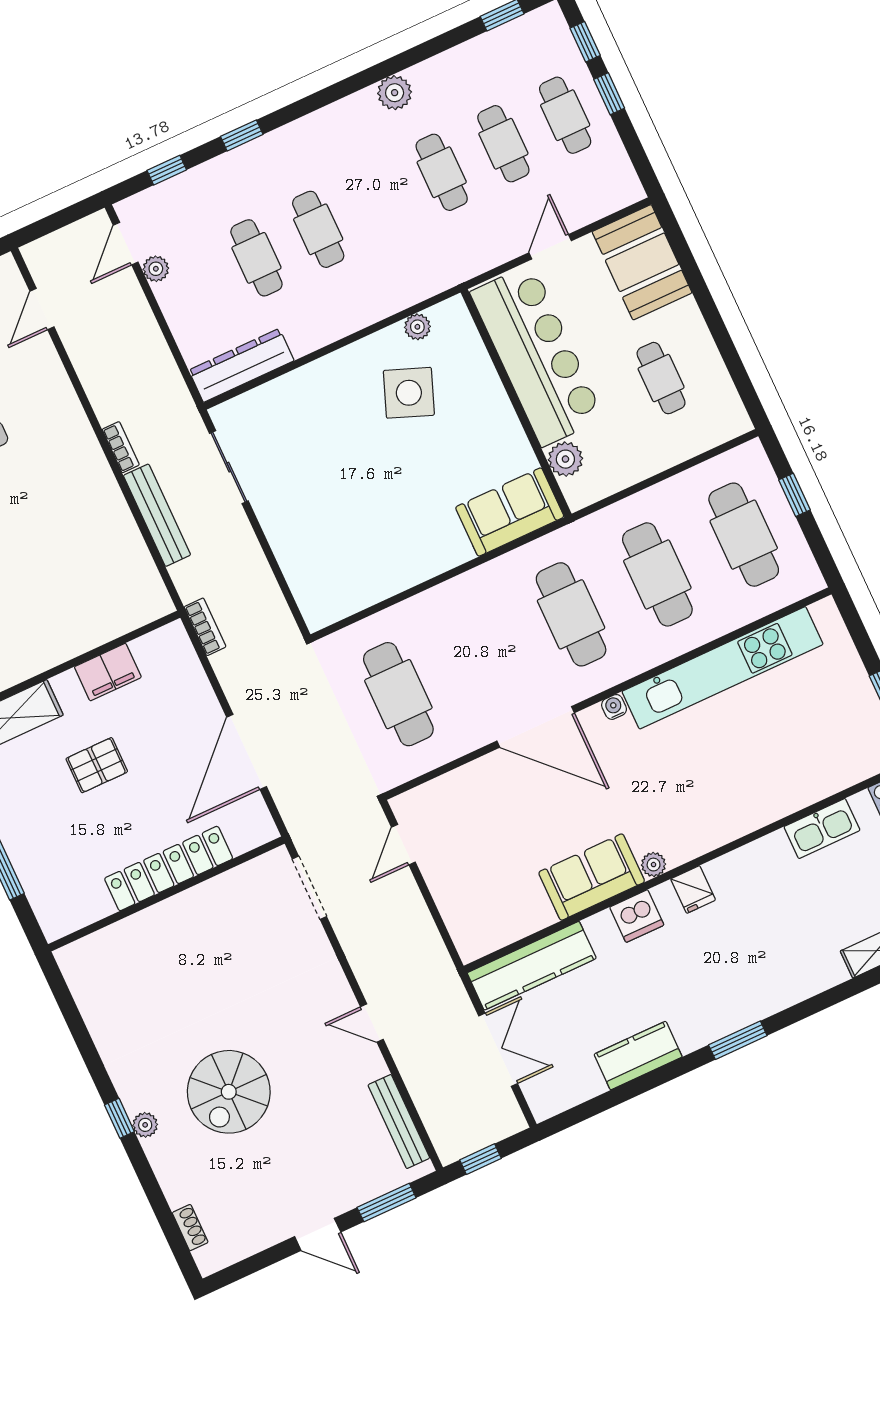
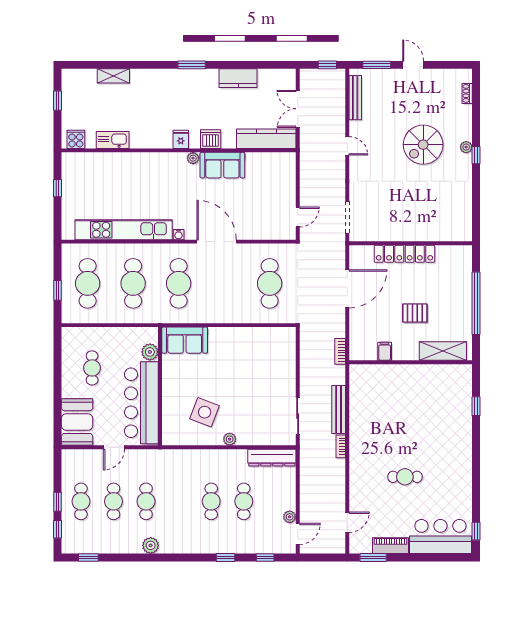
plant: (417, 327) -> (230, 439), moved
filing cabinet: (108, 672) -> (385, 351), width x0.50
spiral stairs: (229, 1092) -> (423, 145), turned 180

